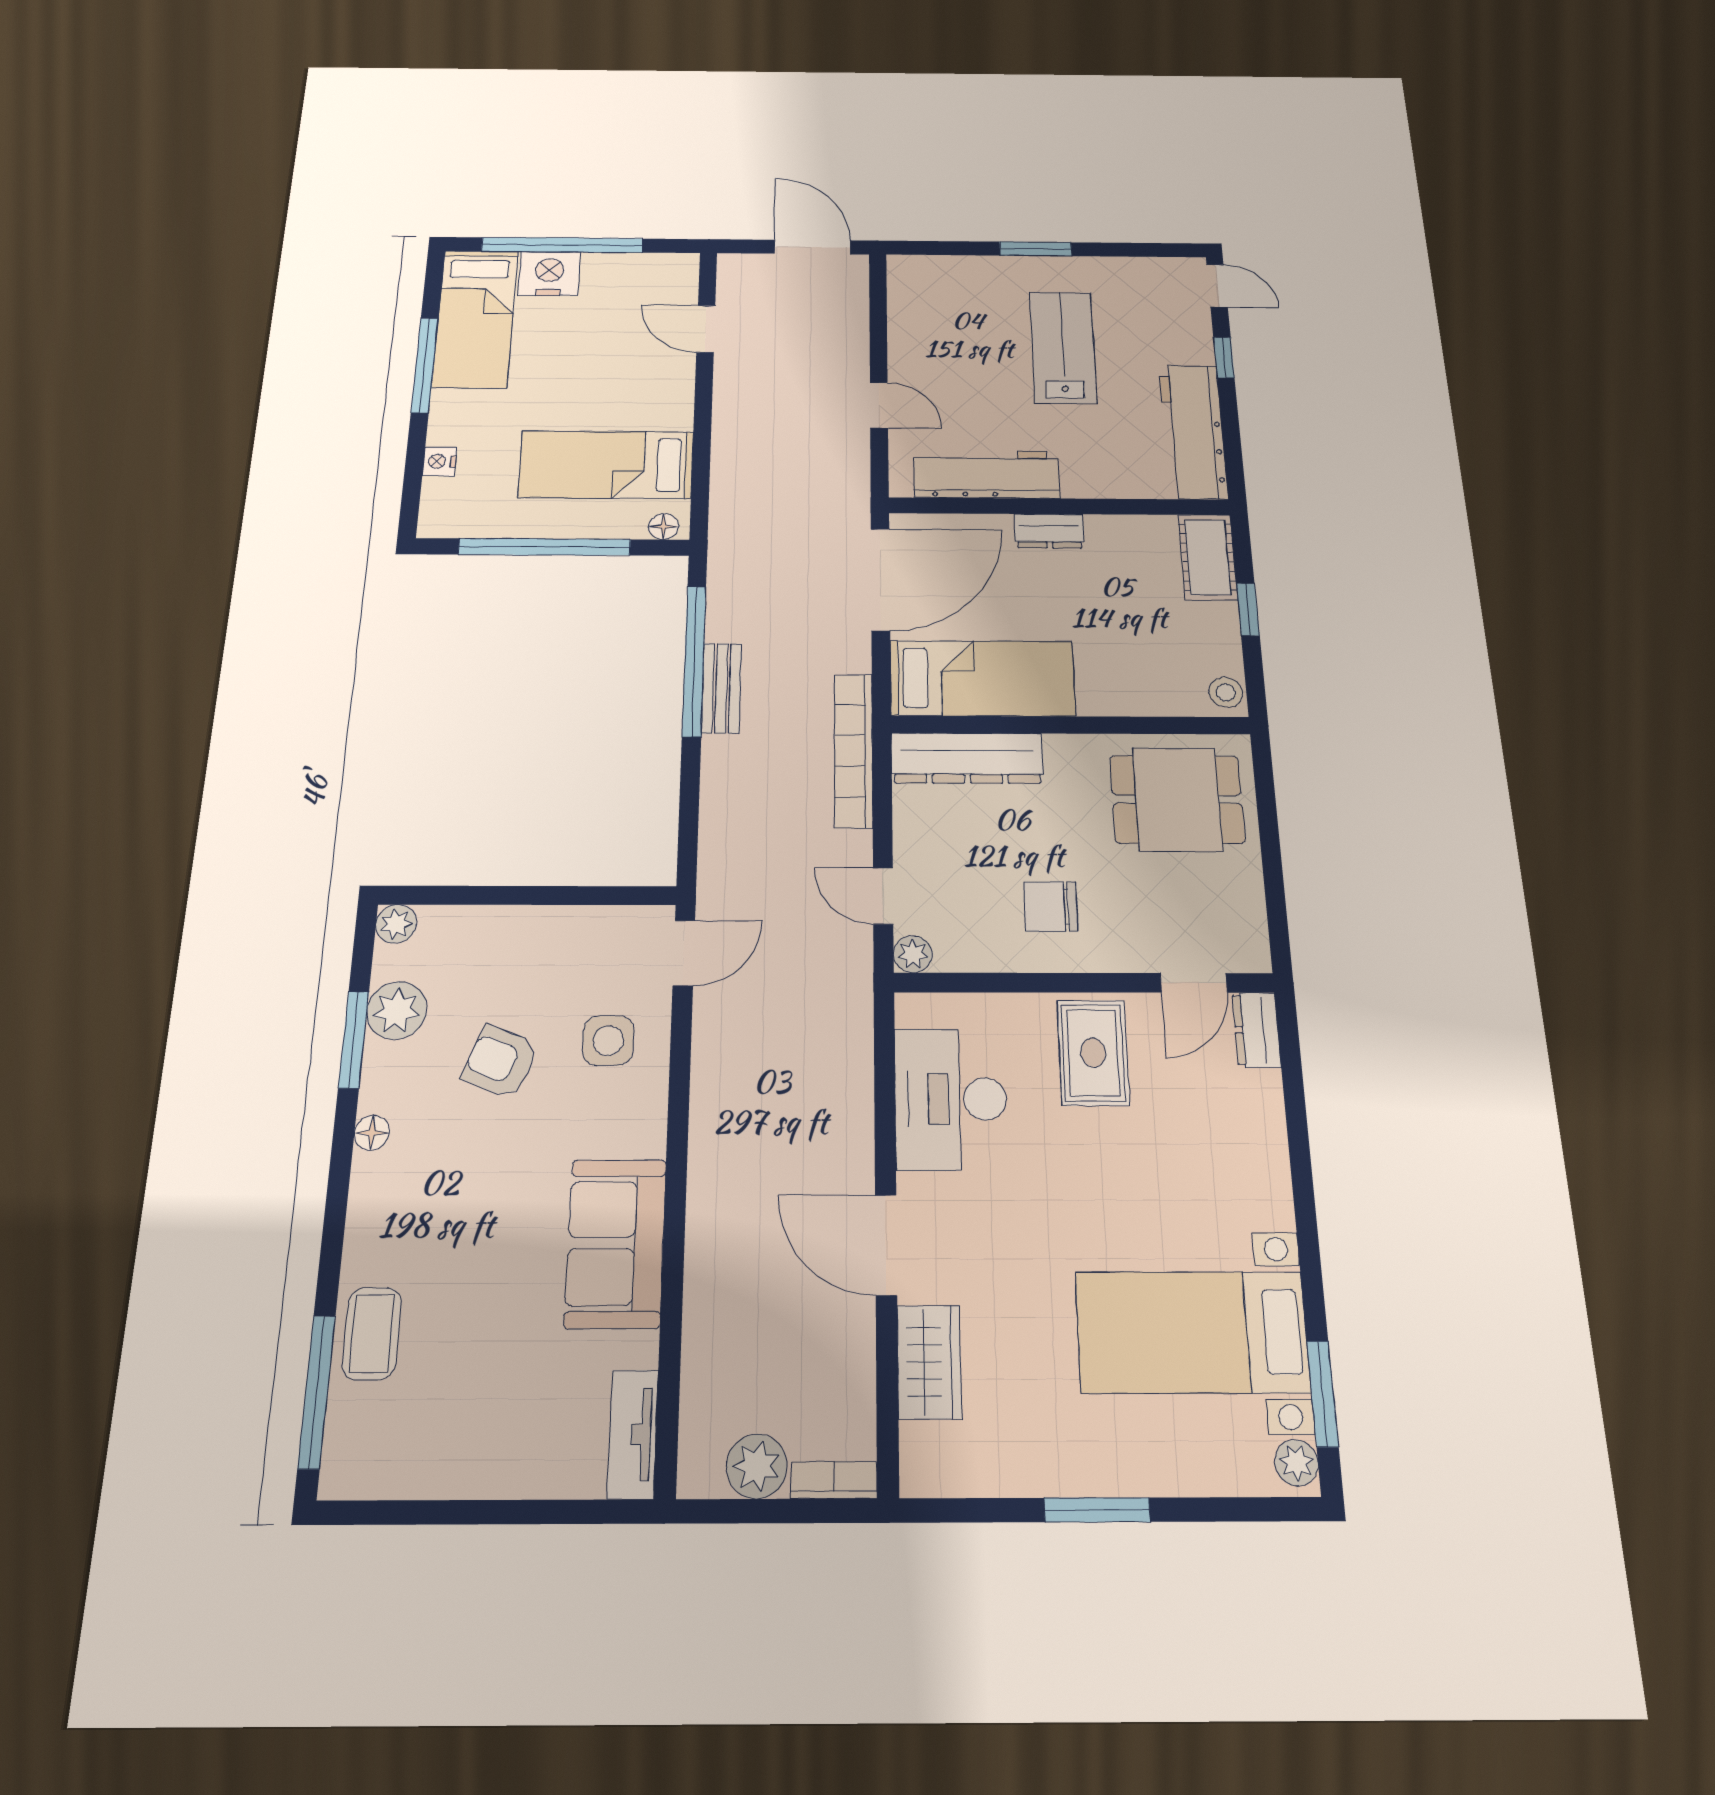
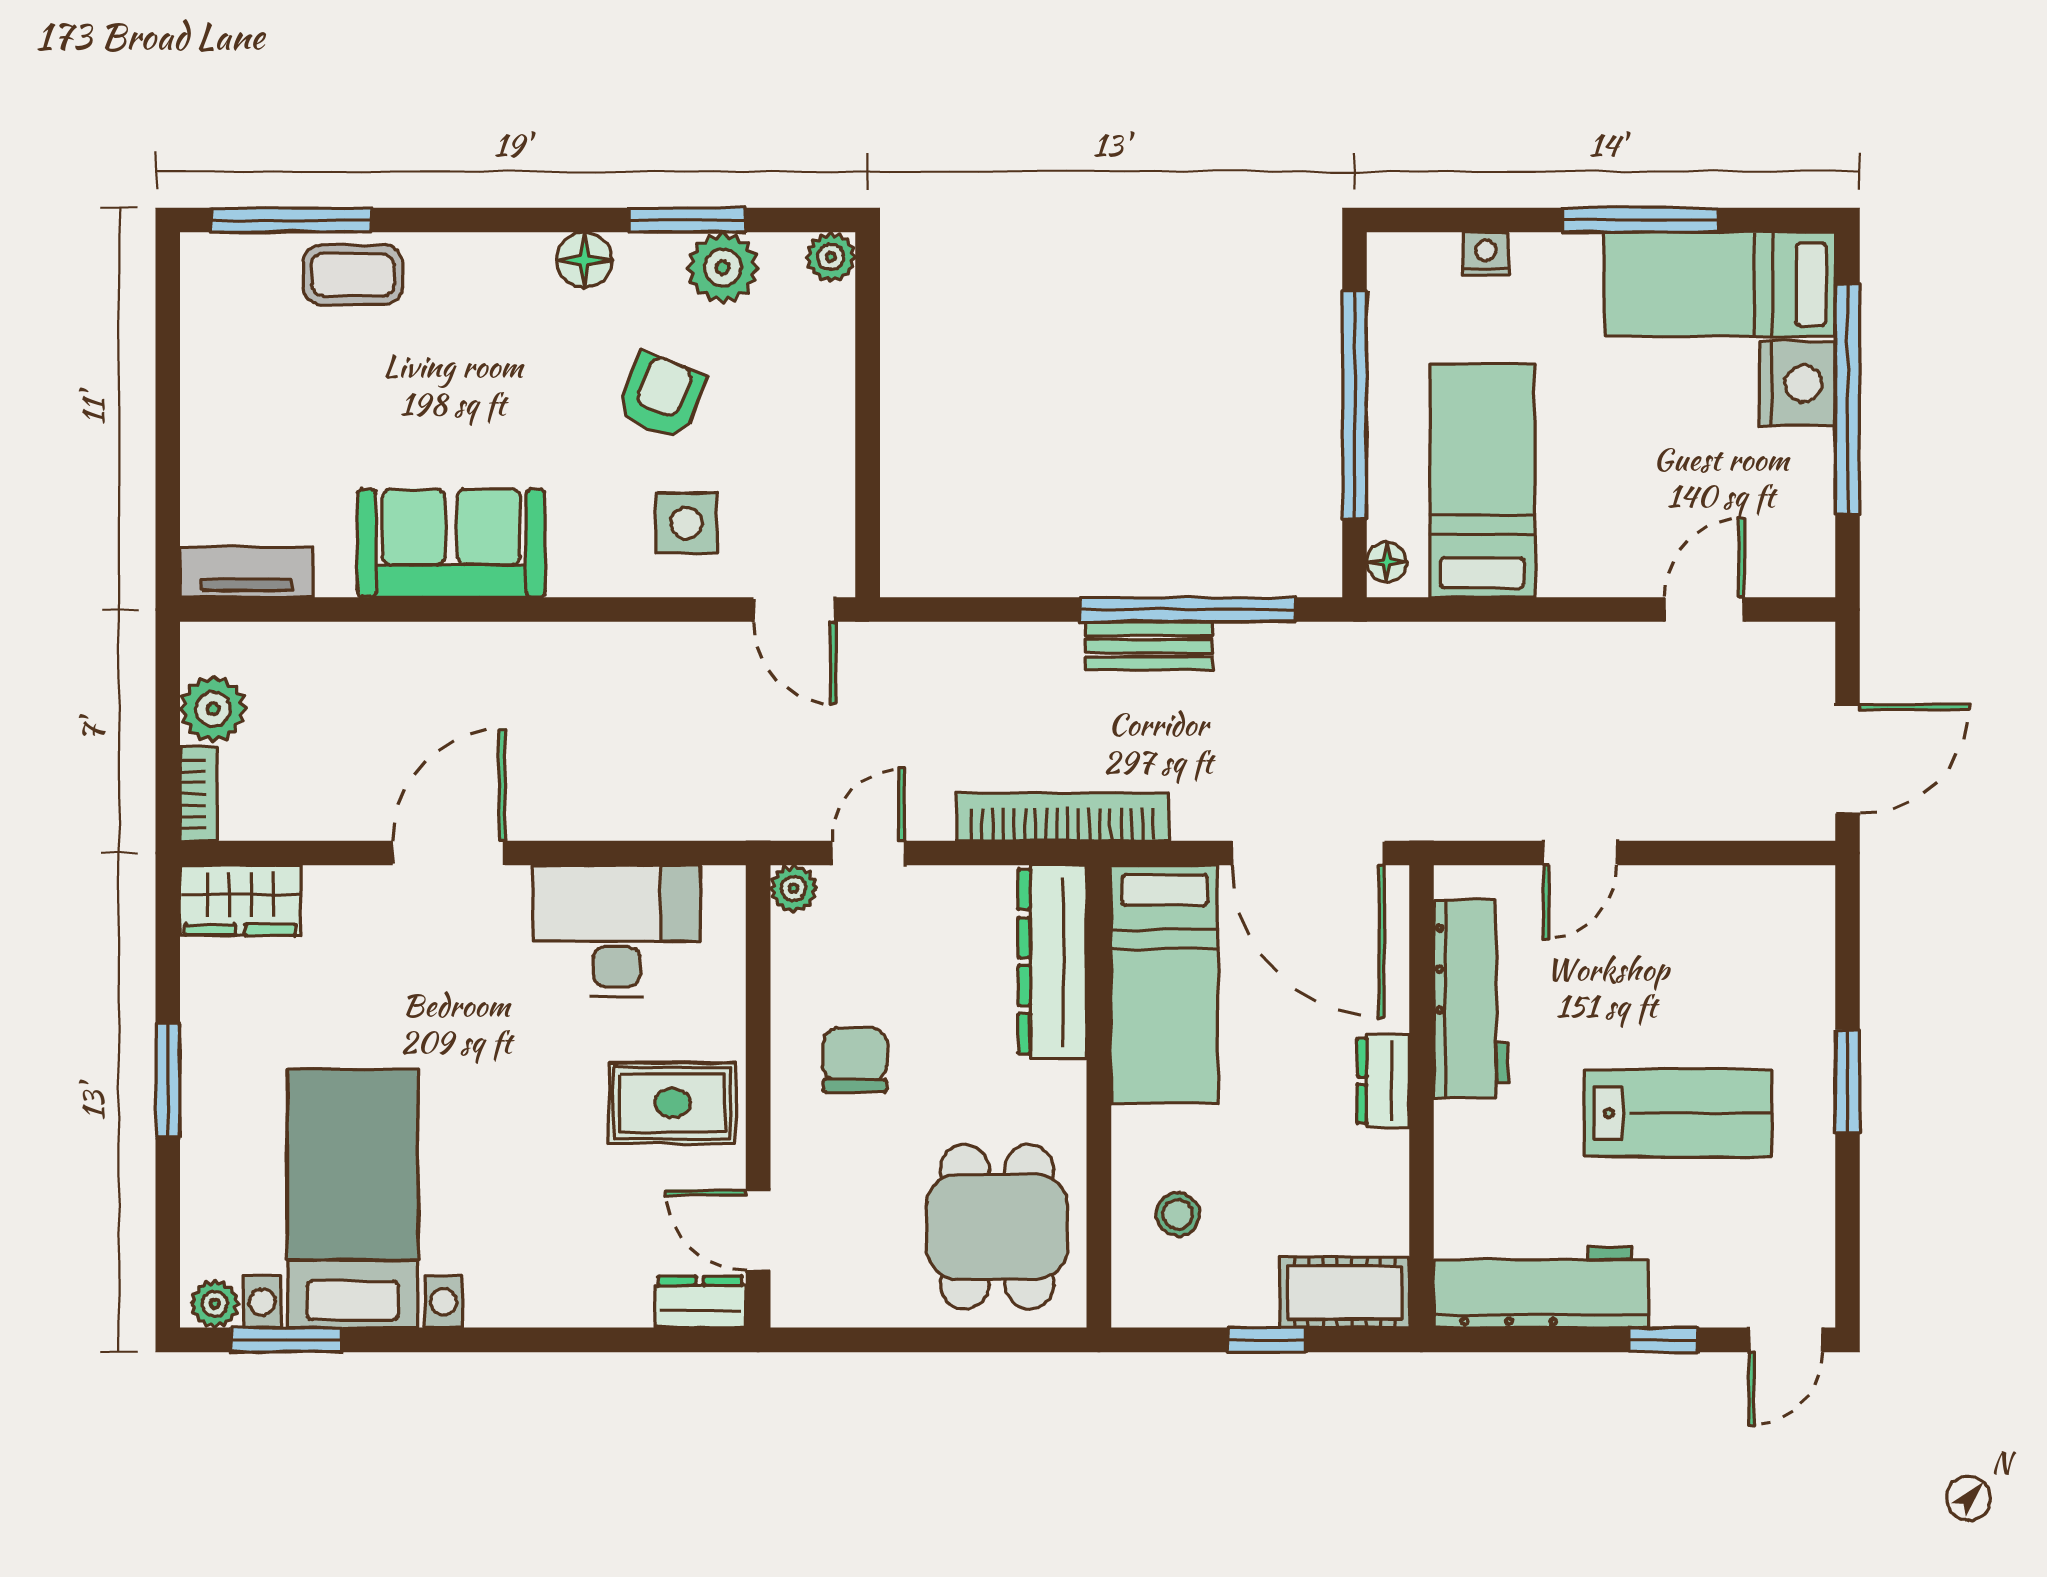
stool: (1226, 692) -> (1178, 1214), moved
floor lamp: (372, 1133) -> (584, 260), width x1.37, depth x1.37
wardrobe: (929, 1362) -> (240, 900), moved

